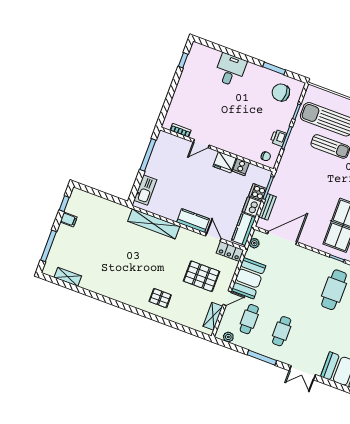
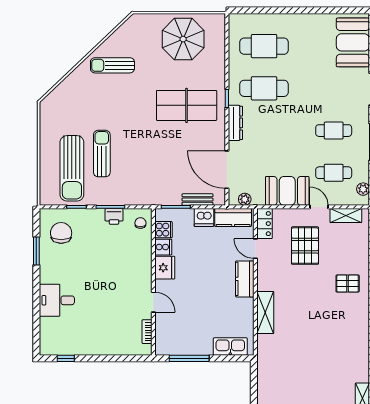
chair: (281, 92) -> (61, 233), turned 180
cooker: (258, 192) -> (164, 230), moved, turned -90
shelving: (154, 224) -> (265, 313), width x0.68
door: (213, 237) -> (255, 249), hinge flipped
dresser: (316, 258) -> (235, 123), added
pallet: (160, 298) -> (348, 284), turned 90

